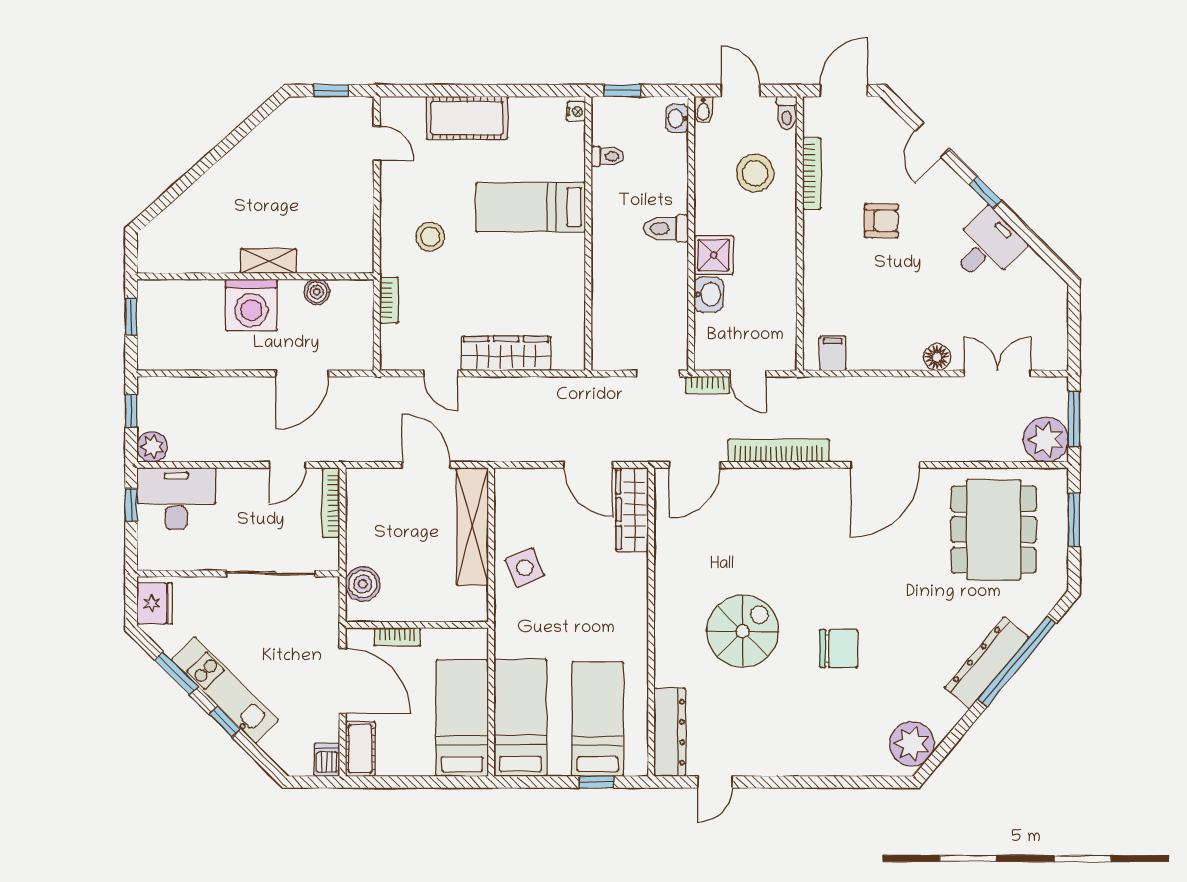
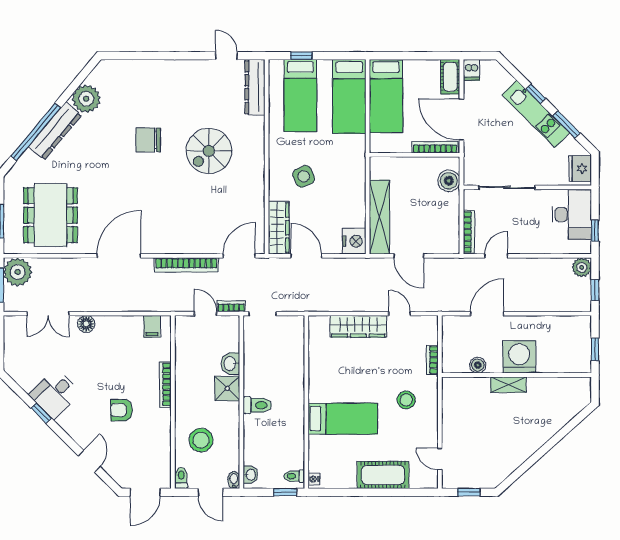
toilet: (607, 156) -> (294, 476), moved
bookcase: (812, 173) -> (165, 384), moved
window: (985, 193) -> (41, 413), moved
nightstand: (512, 488) -> (354, 241), added
desk: (176, 499) -> (572, 215), moved, turned -90
side table: (525, 568) -> (304, 176), moved
bookcase: (397, 637) -> (435, 147), width x1.56
plant: (912, 744) -> (86, 99), moved
door: (715, 782) -> (226, 56), hinge flipped

